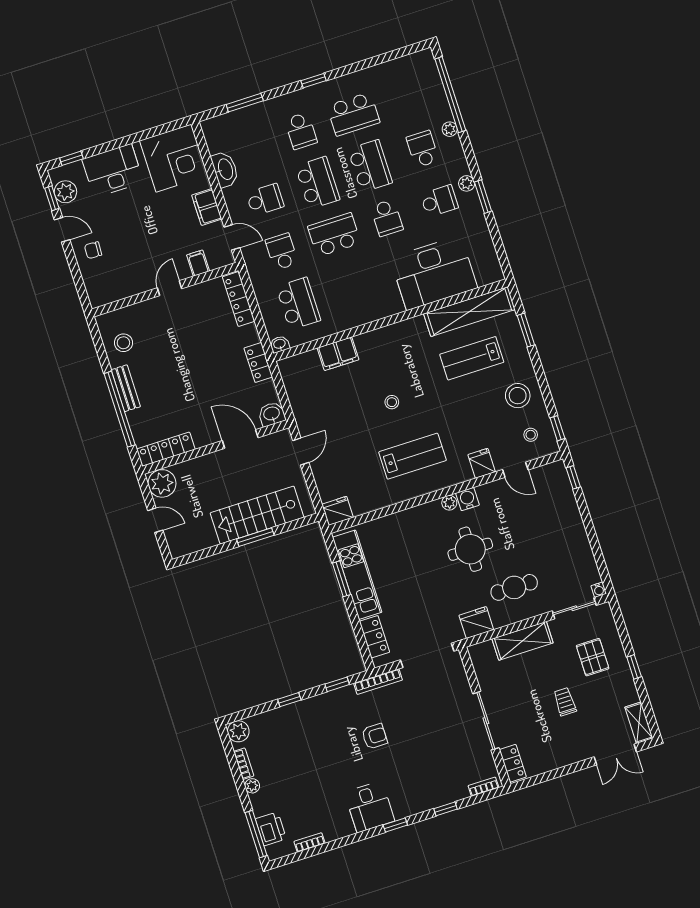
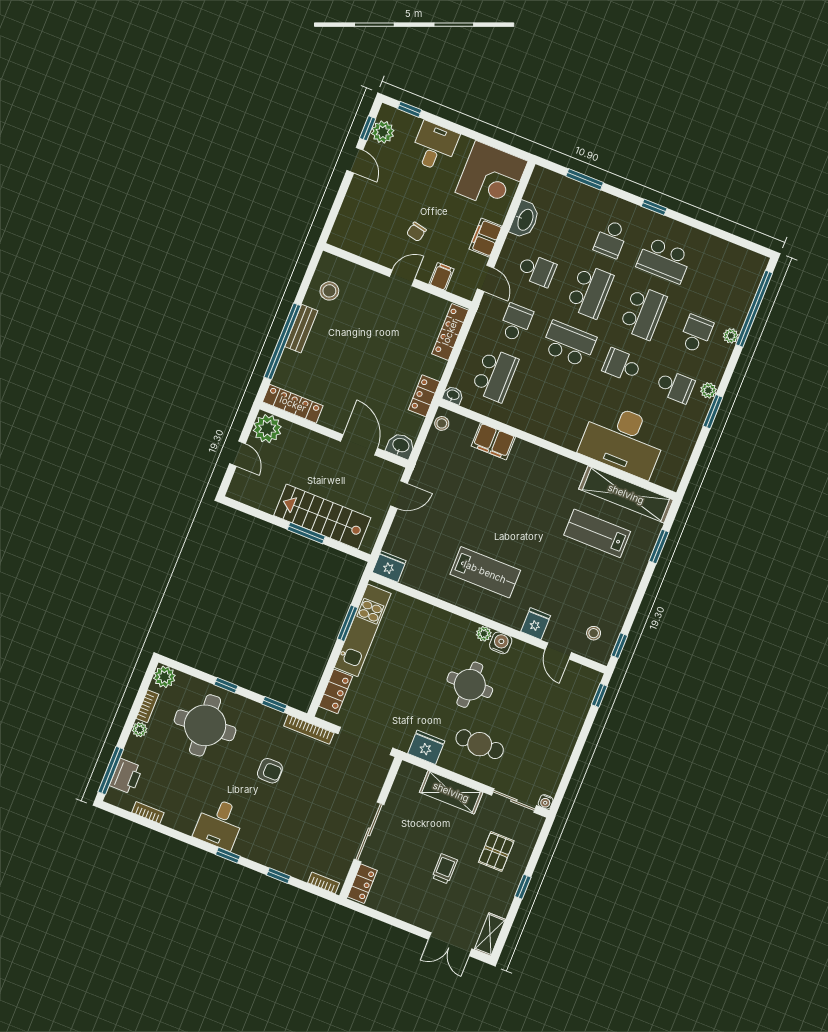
desk: (113, 171) -> (434, 146), width x0.73
school desk: (387, 218) -> (622, 365), turned 90
chair: (93, 250) -> (416, 232), moved, turned -80
stool: (518, 396) -> (609, 593), removed
stool: (392, 402) -> (442, 423), moved
round table: (298, 742) -> (205, 725), added

